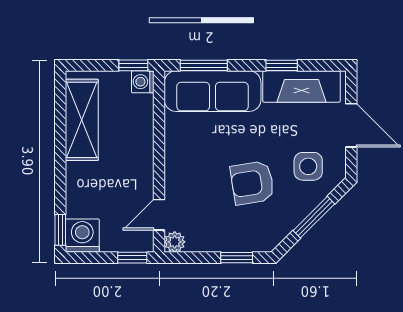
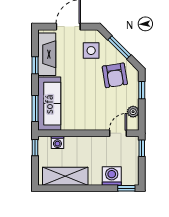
washing machine: (143, 82) -> (57, 142), moved
armchair: (252, 183) -> (115, 75), moved
door: (159, 215) -> (118, 133), swing flipped
washing machine: (82, 236) -> (112, 176), moved, turned 90
plant: (175, 242) -> (133, 112), moved

